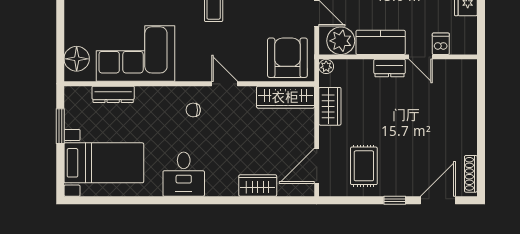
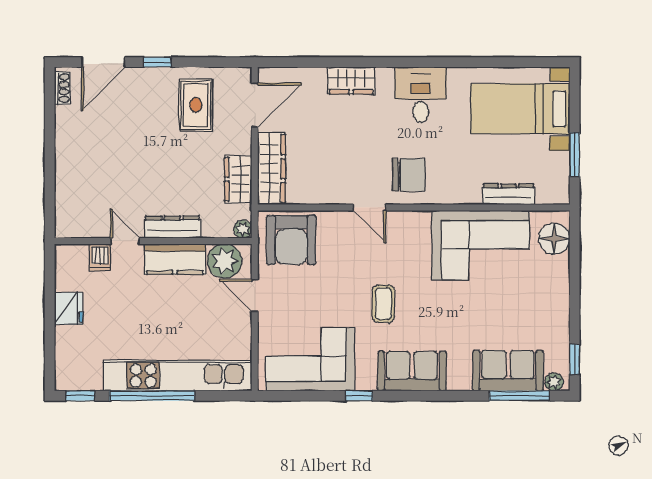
dresser: (390, 68) -> (172, 227), width x1.44
wardrobe: (285, 97) -> (272, 169), moved, turned 90
chair: (193, 110) -> (409, 175), width x1.87, depth x1.87
shoe rack: (471, 174) -> (62, 88), width x0.70
wardrobe: (258, 185) -> (351, 80), moved

